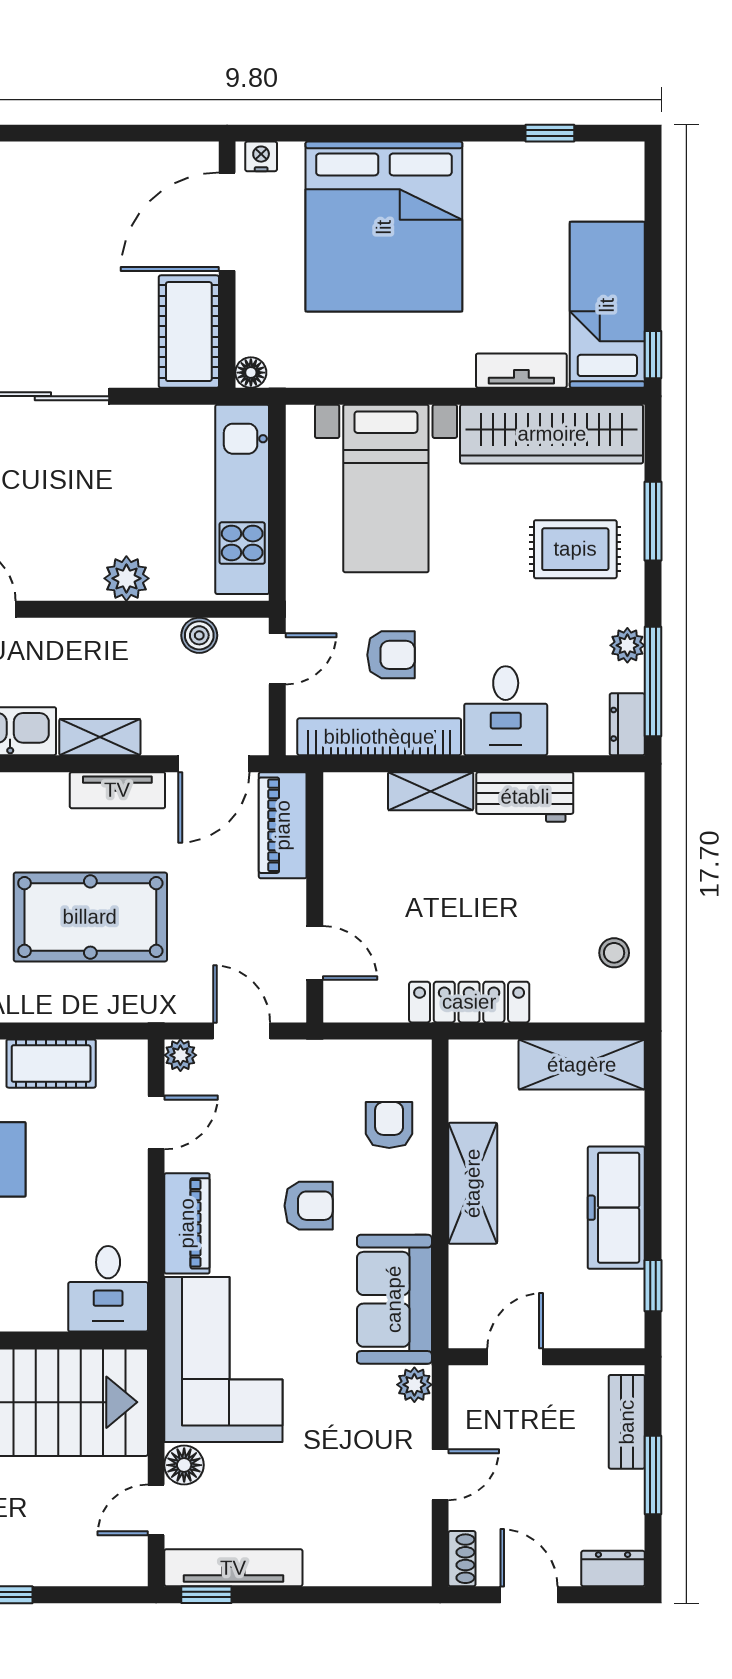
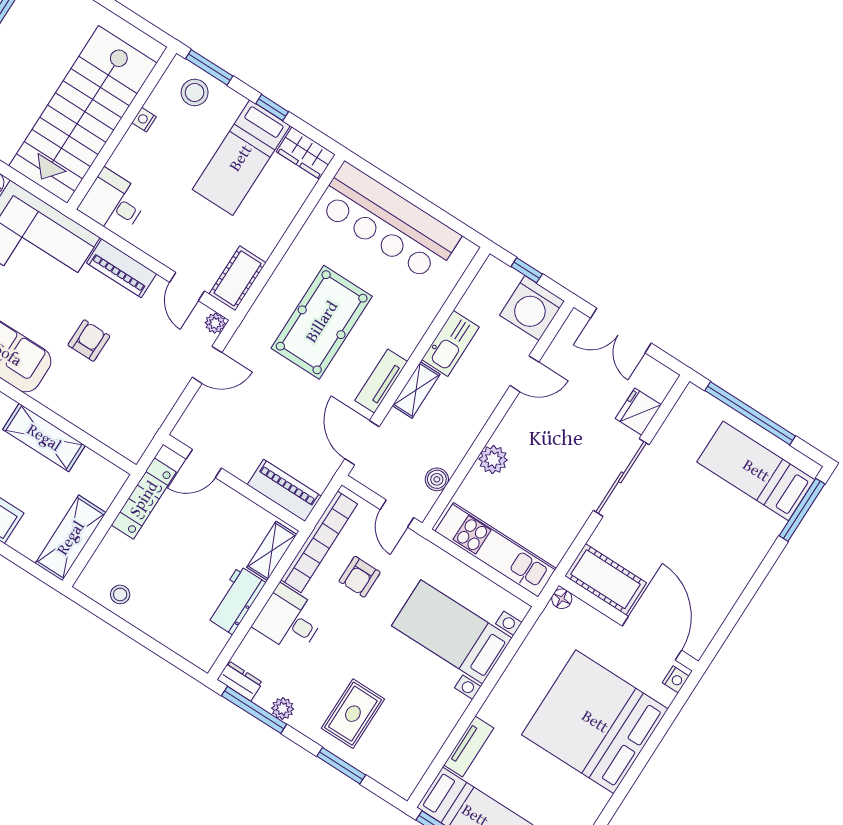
wardrobe: (552, 434) -> (424, 741), removed
piano: (283, 825) -> (284, 490), moved
wall: (315, 897) -> (234, 483), moved
door: (315, 953) -> (204, 464), moved
cot: (51, 1064) -> (237, 278), moved
armchair: (389, 1125) -> (105, 412), removed
armchair: (309, 1206) -> (89, 341), turned 180

